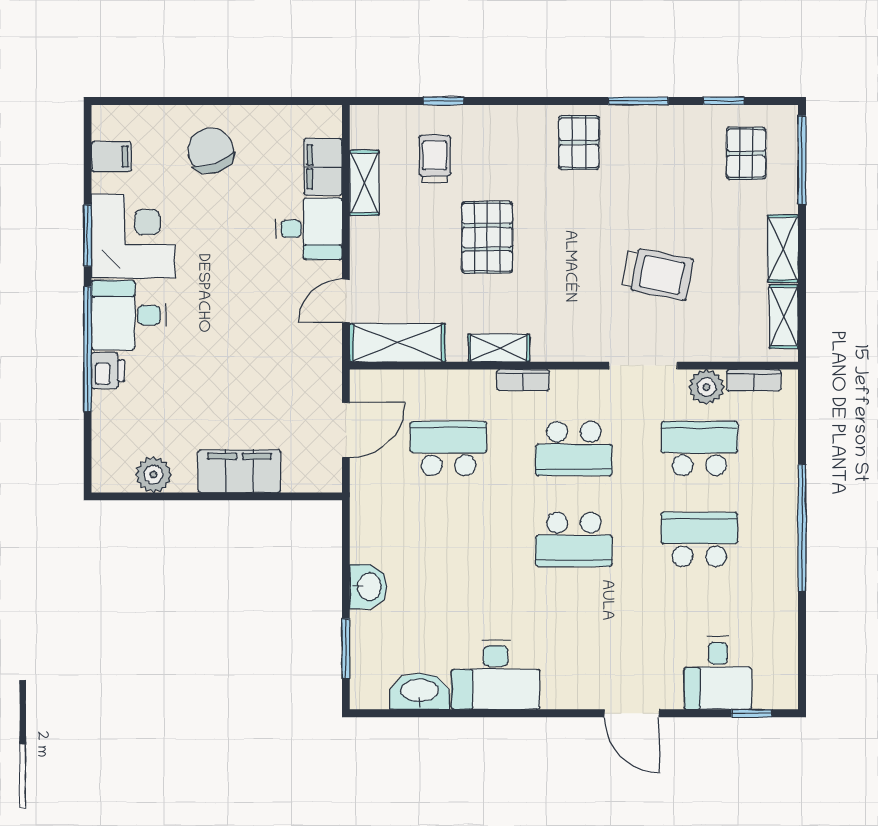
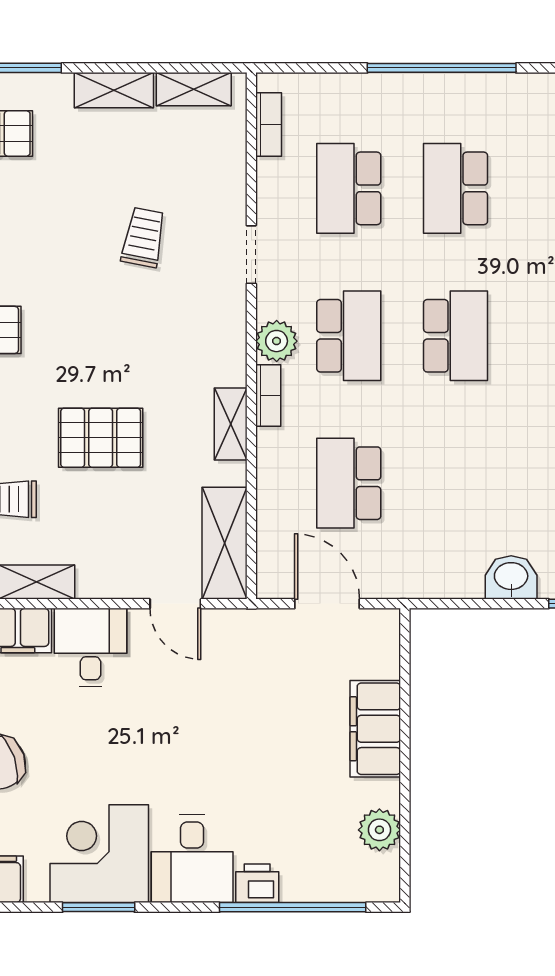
trolley: (658, 274) -> (143, 237), width x0.73, depth x0.72
window: (88, 349) -> (293, 907), moved
doorway: (643, 366) -> (251, 255), width x0.73
plant: (706, 387) -> (277, 341), moved

